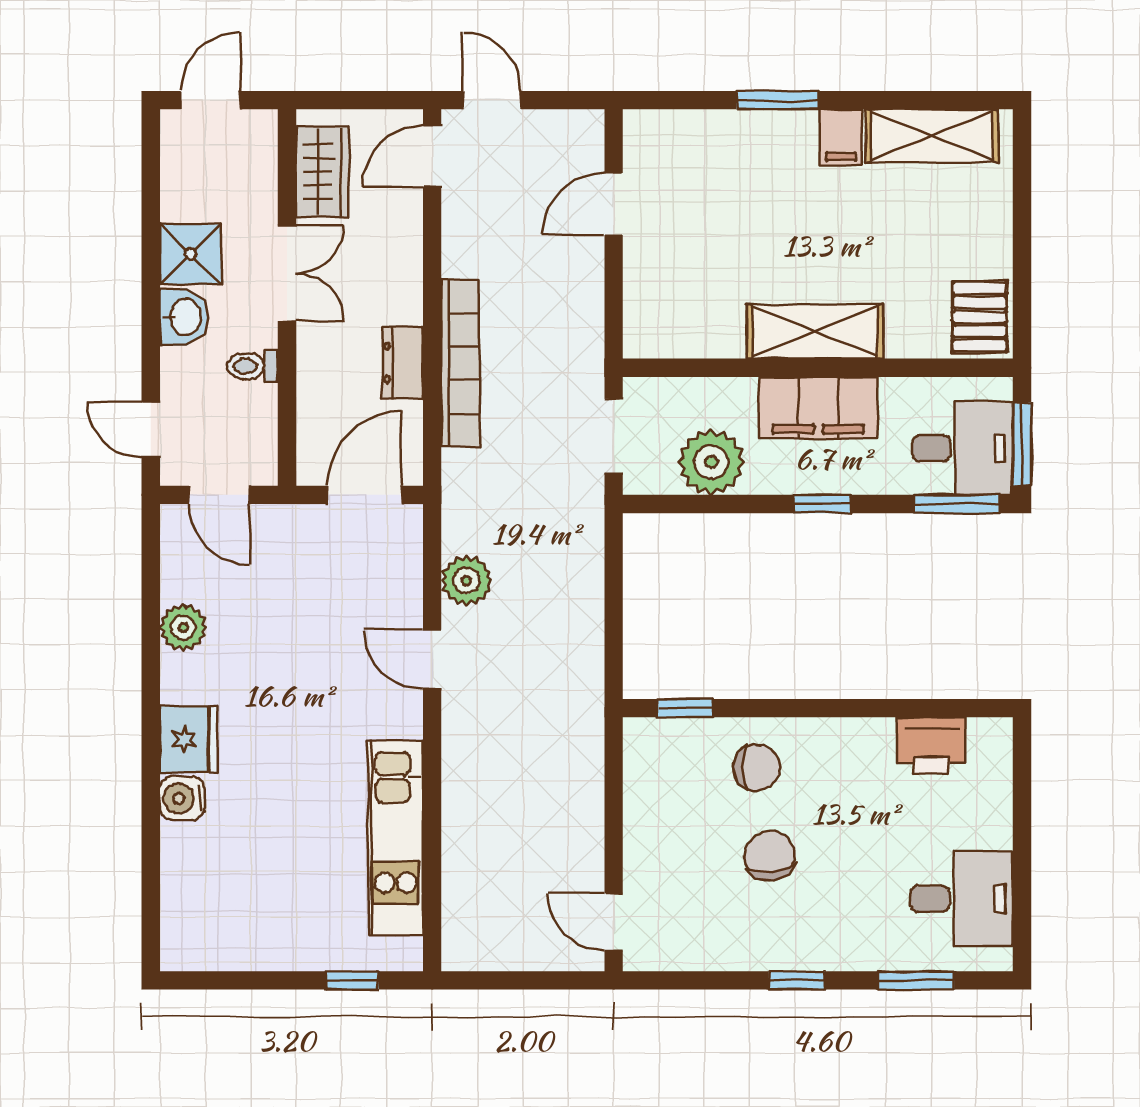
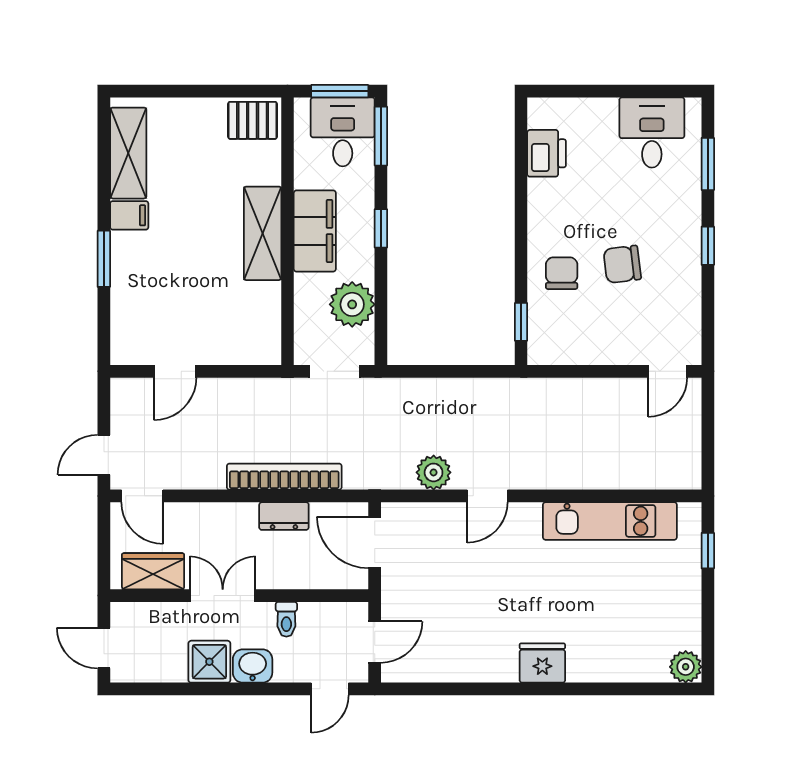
door: (614, 204) -> (175, 371), hinge flipped
plant: (183, 627) -> (686, 667), moved
water cooler: (182, 798) -> (583, 667), removed

